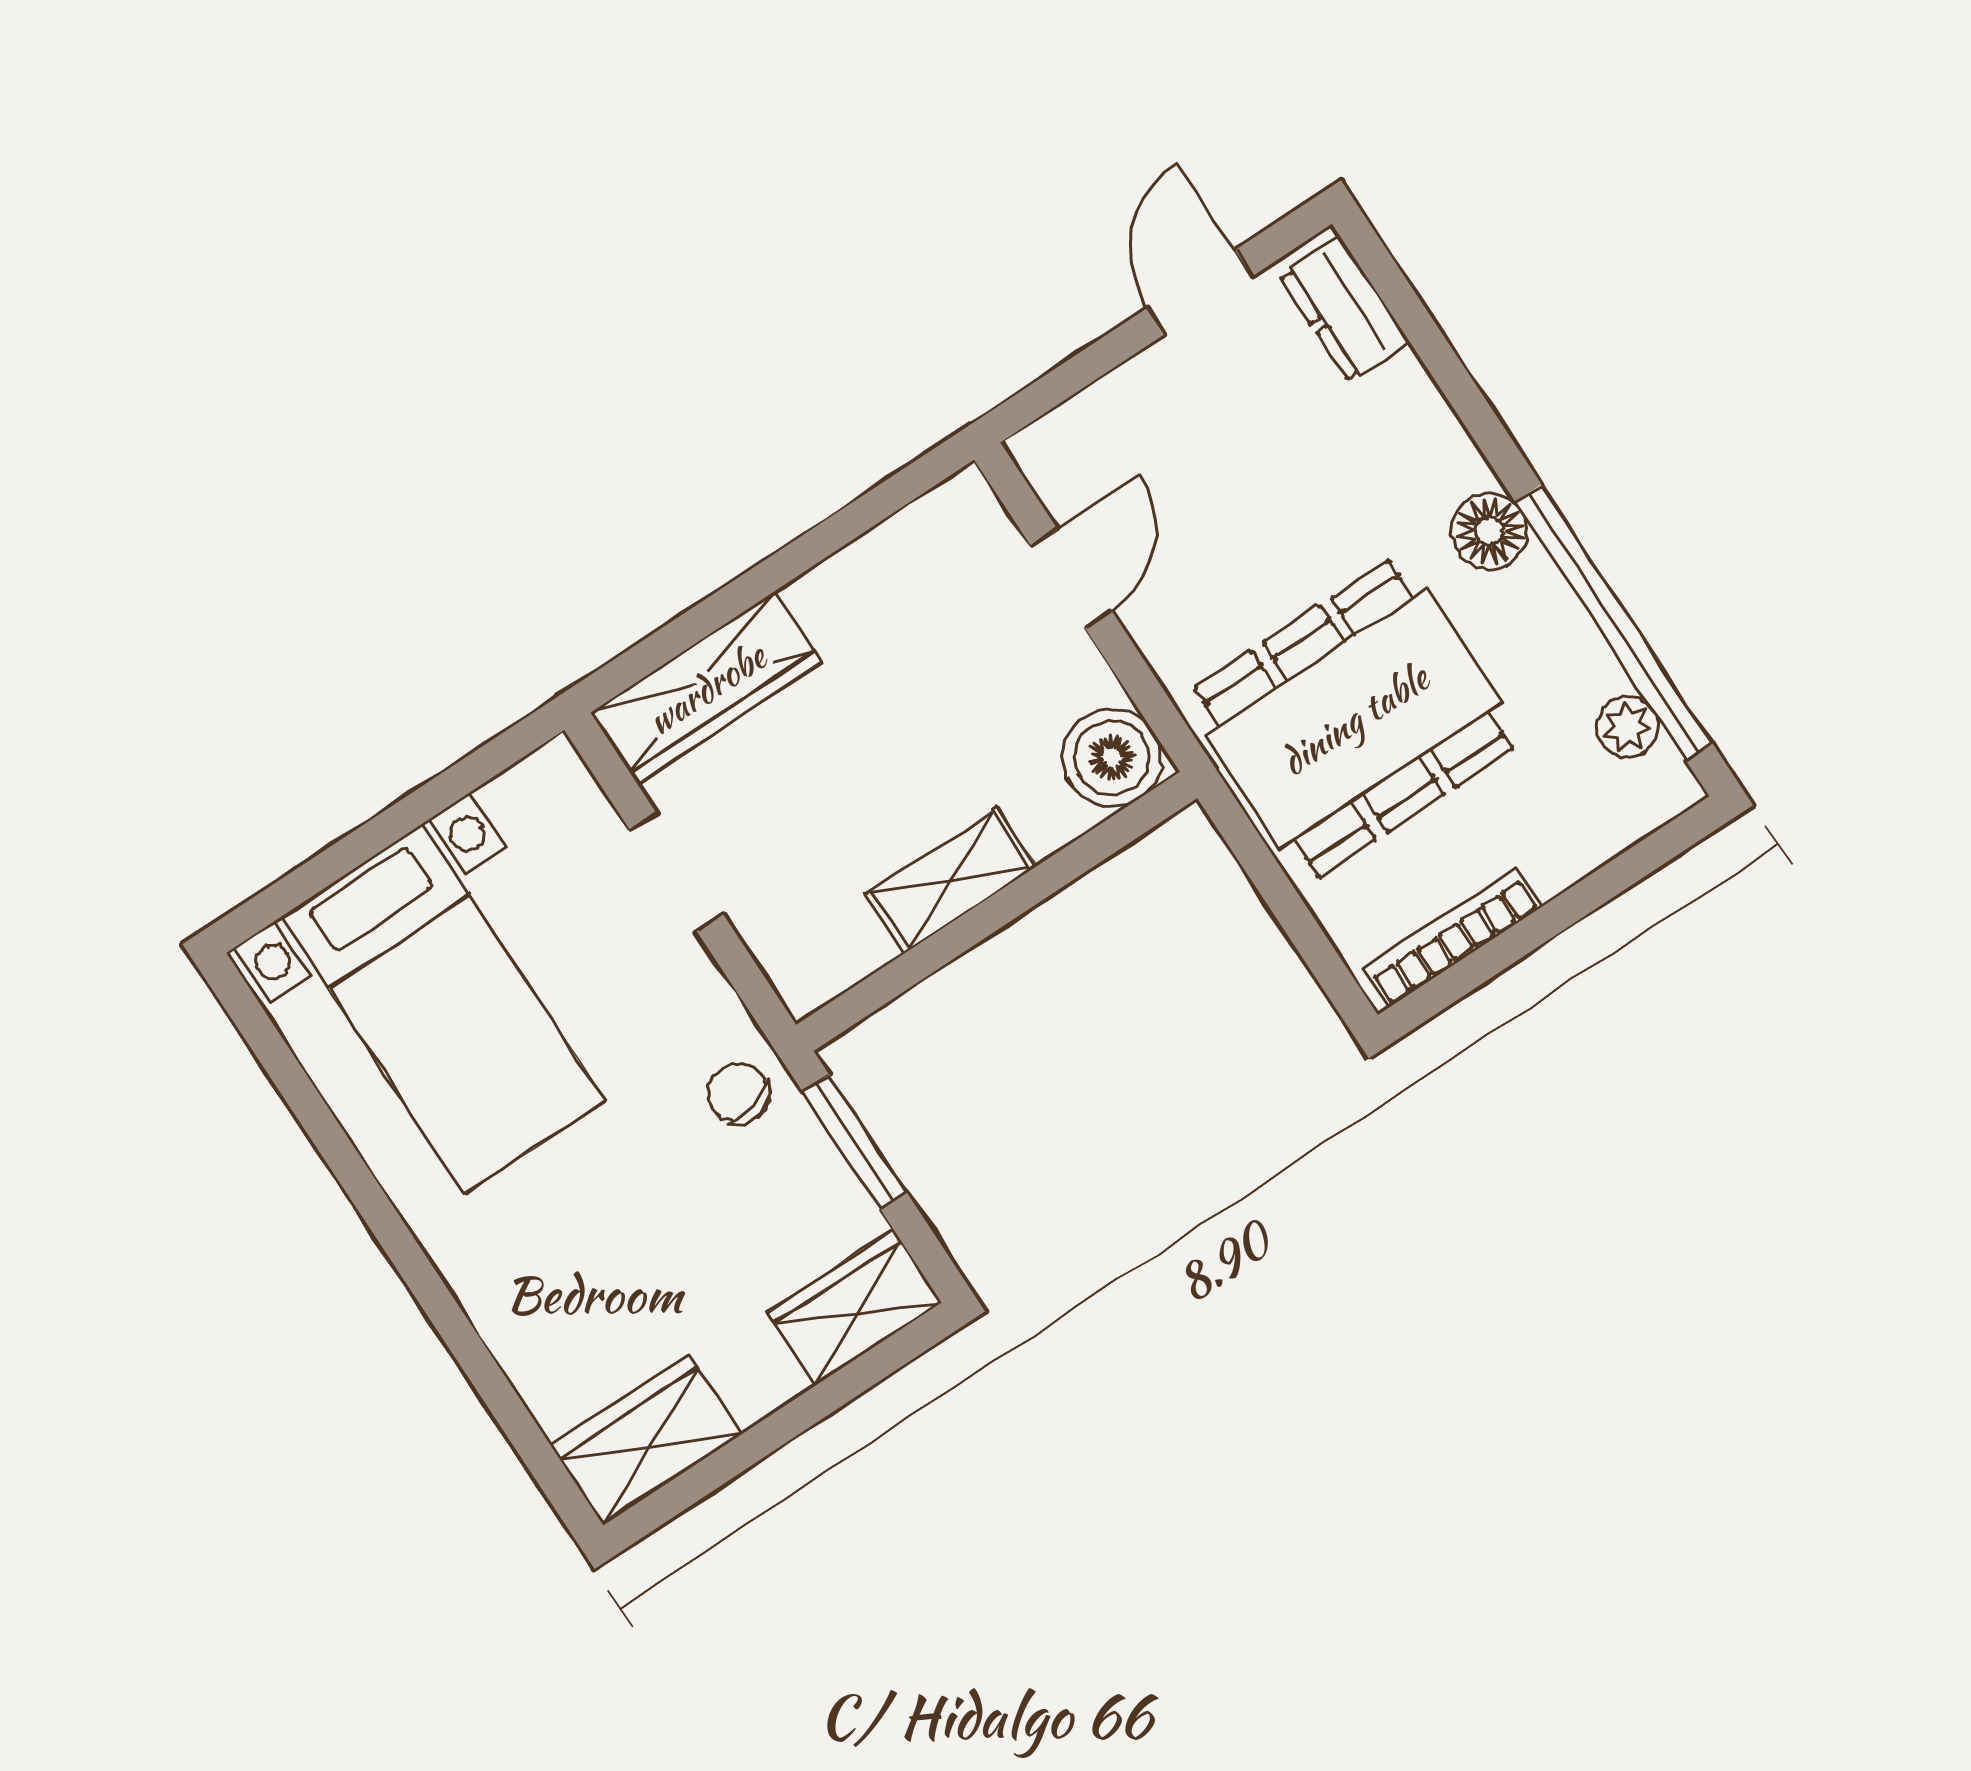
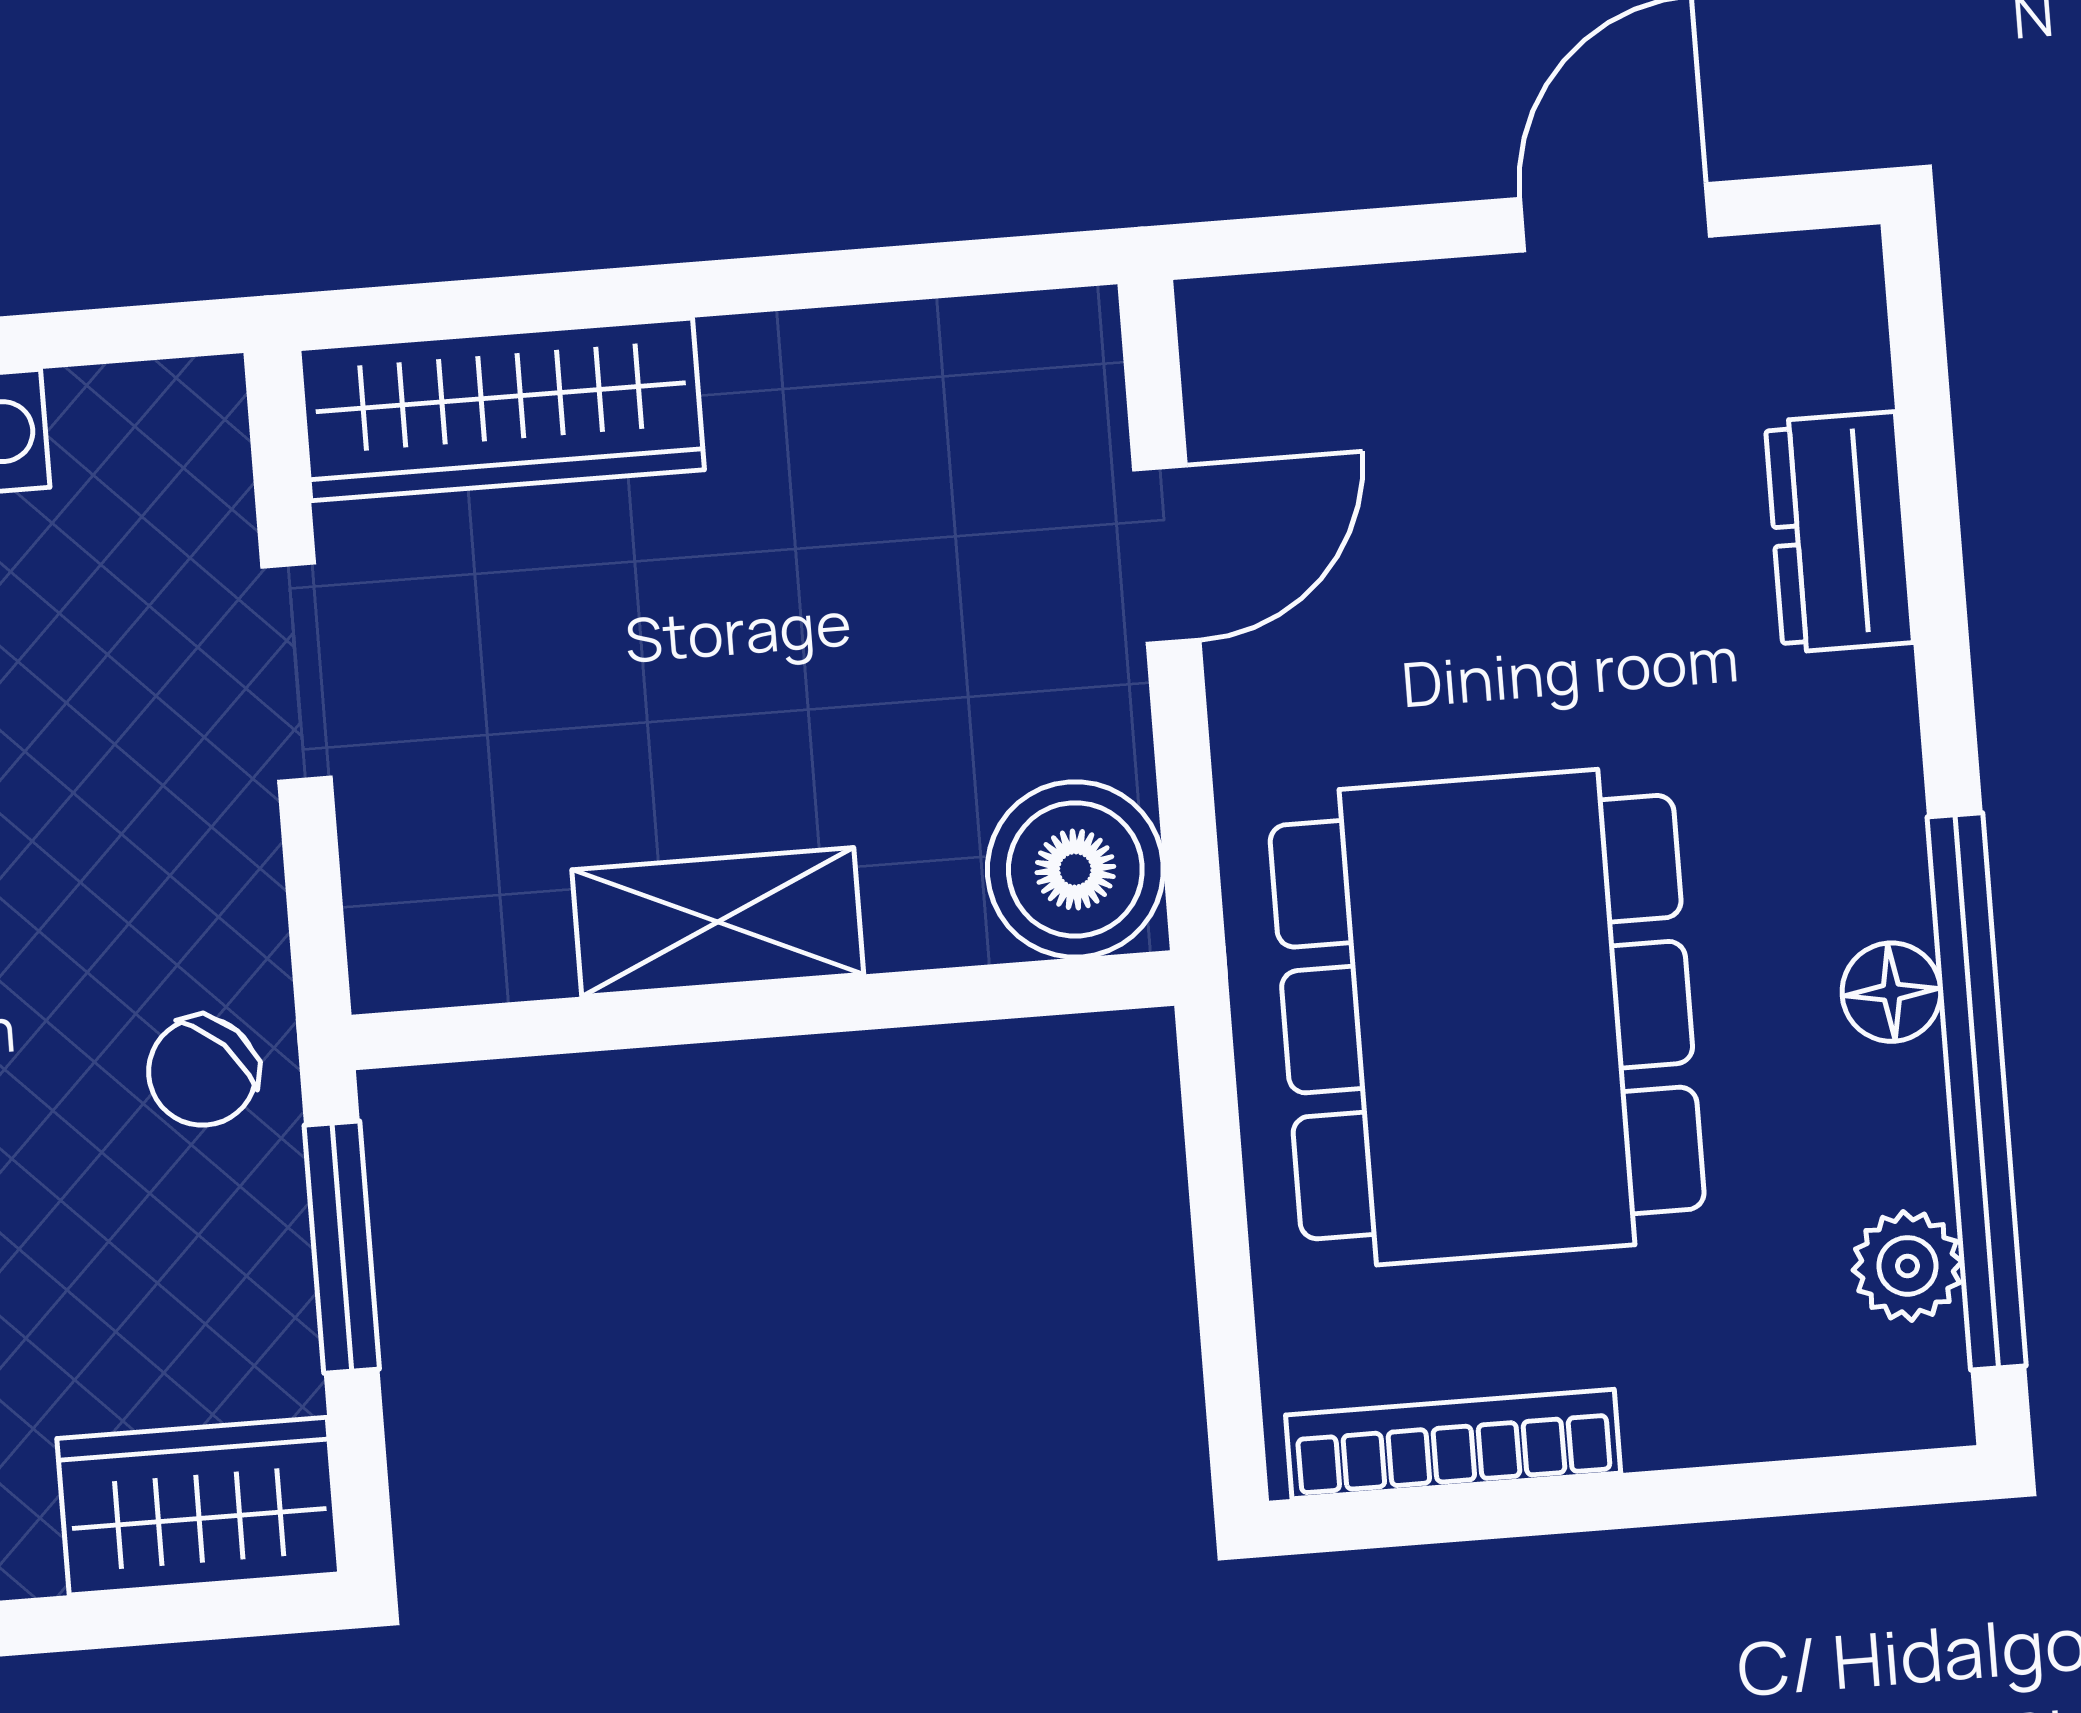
dresser: (1344, 309) -> (1839, 532), moved
floor lamp: (1490, 531) -> (1891, 992), moved, width x0.73, depth x0.73
dining table: (1354, 719) -> (1487, 1017), turned 90
chair: (739, 1093) -> (202, 1072), turned -119

